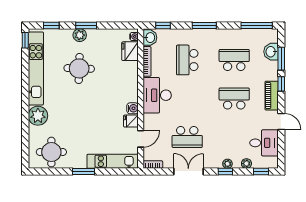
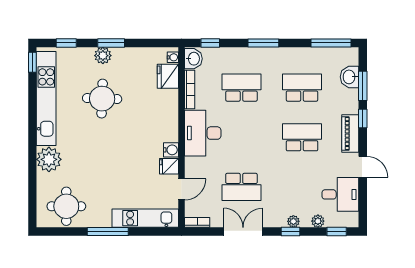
school desk: (187, 60) -> (241, 88), turned 90
window: (84, 172) -> (108, 232), width x1.44

